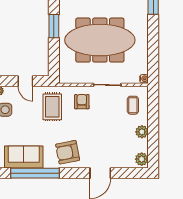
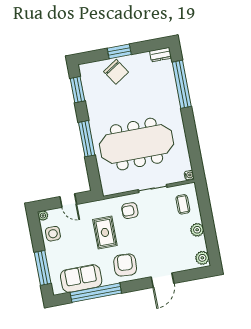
window: (54, 26) -> (87, 139), width x1.44
armchair: (82, 102) -> (130, 211), turned -90
rug: (52, 107) -> (105, 232), moved
armchair: (68, 152) -> (125, 265), turned 105

